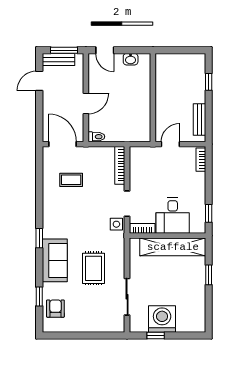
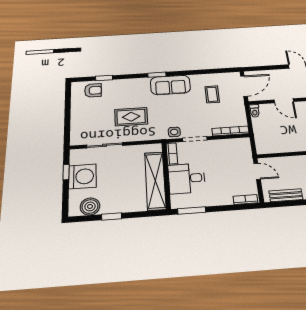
window: (209, 213) -> (192, 211), width x1.50
sofa: (55, 260) -> (170, 85), moved
window: (209, 275) -> (112, 216), moved
boiler: (196, 312) -> (90, 206), added

